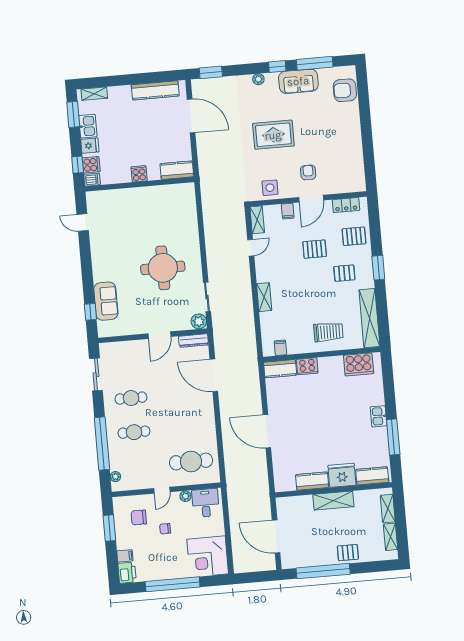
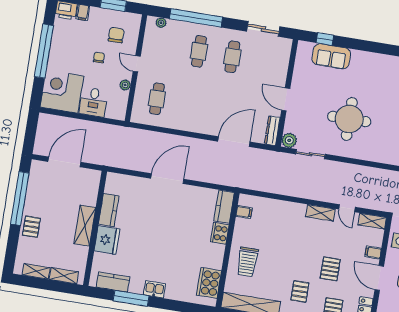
shelving: (264, 297) -> (320, 213), moved
cafe table: (191, 461) -> (157, 99), width x0.73, depth x0.74
kitchen counter: (372, 476) -> (113, 282), moved, turned -90
desk: (206, 503) -> (93, 102), moved, turned 90

